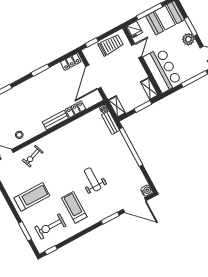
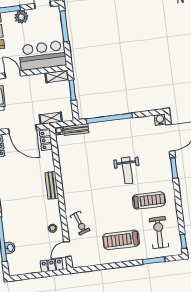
shelving: (117, 107) -> (51, 118), moved
locker: (76, 109) -> (46, 140), moved
weight bench: (93, 179) -> (127, 171), turned -90
treadmill: (32, 197) -> (121, 240), turned -90
treadmill: (74, 207) -> (149, 200), turned 180
exercise bike: (50, 227) -> (159, 233), turned 180

